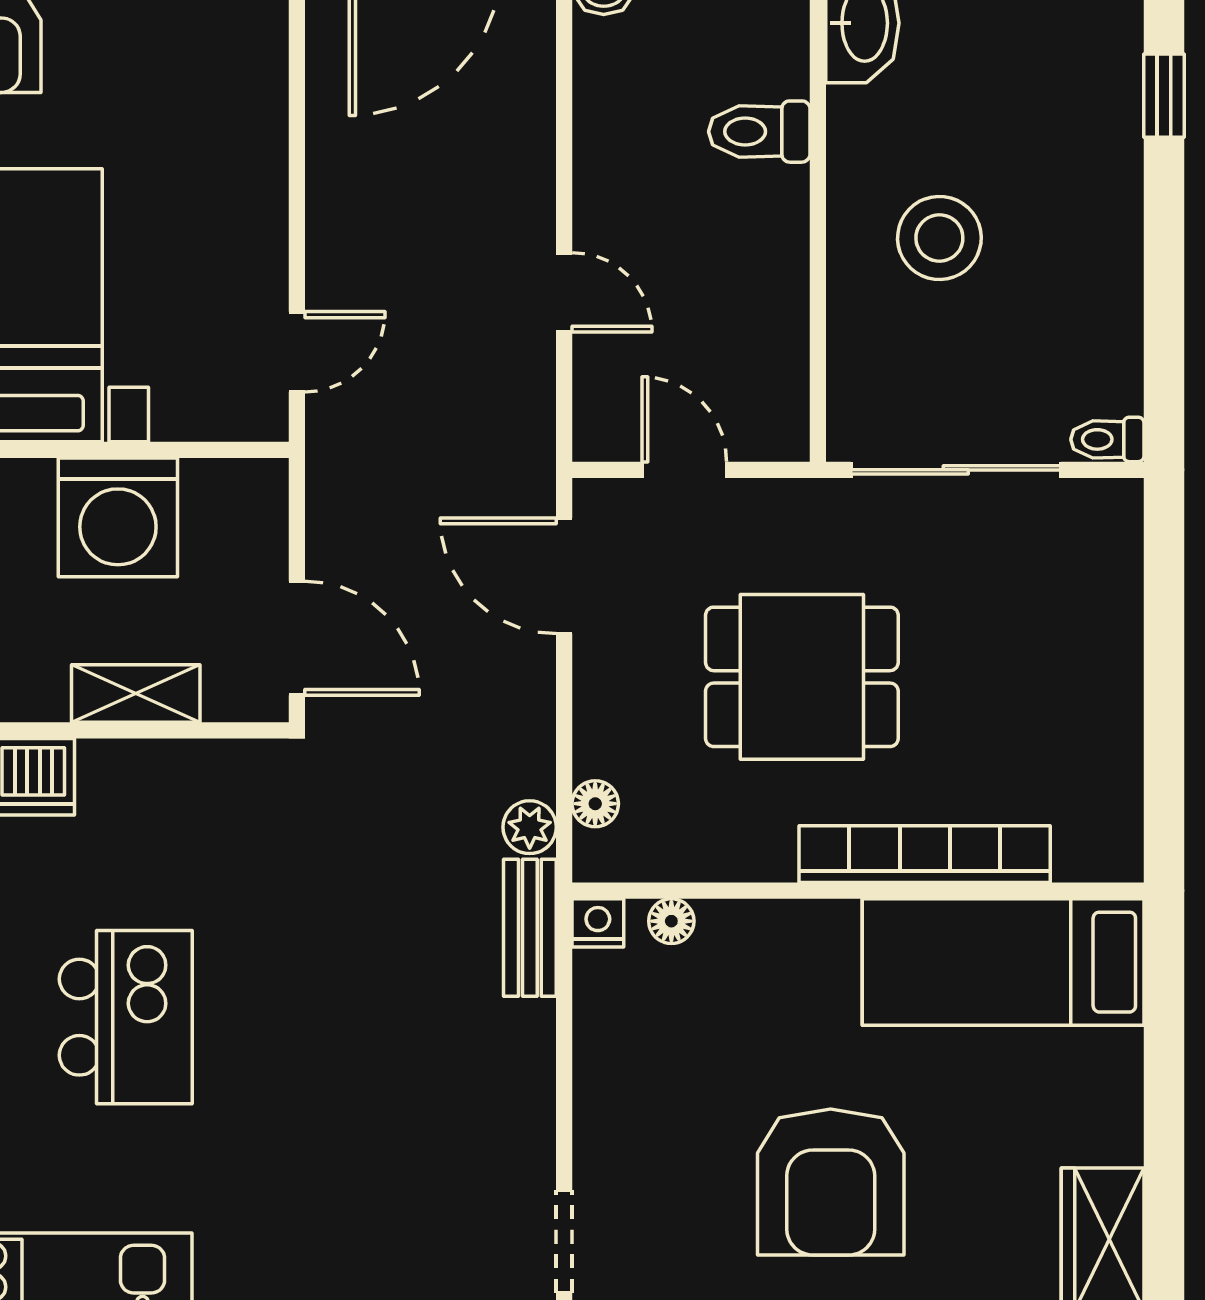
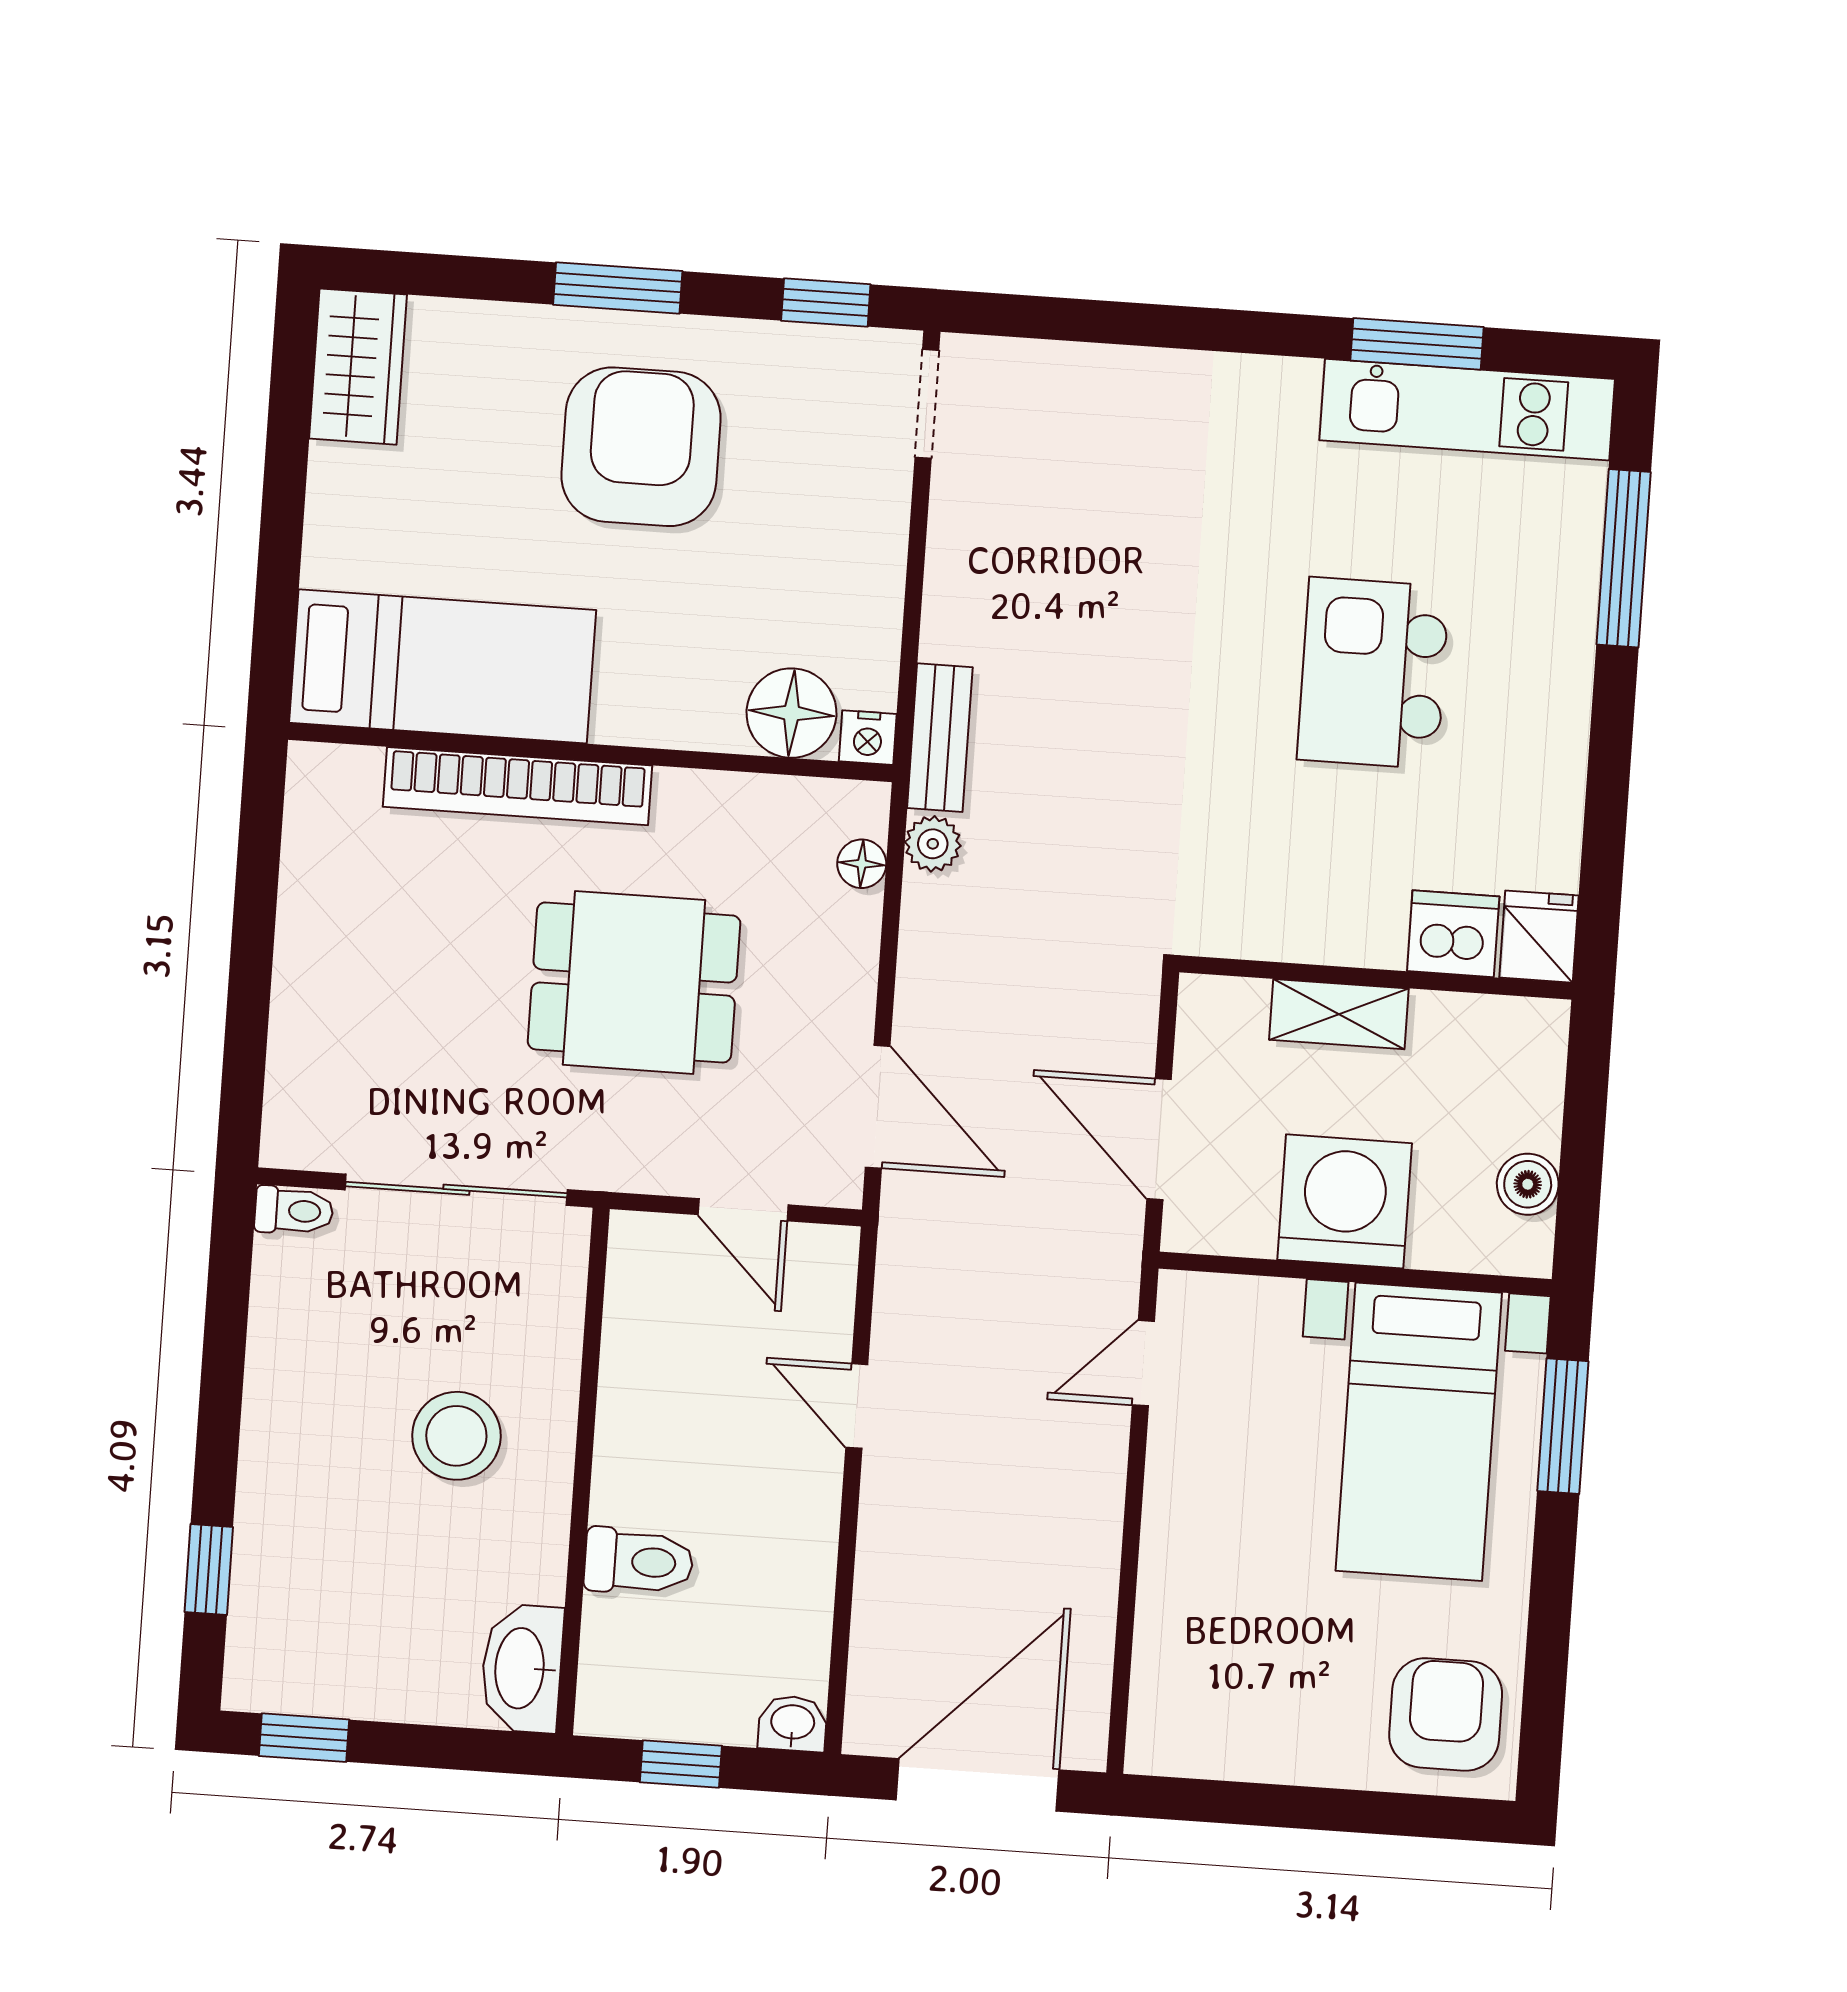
door: (297, 638) -> (1159, 1139), moved
floor lamp: (671, 921) -> (792, 713), width x1.89, depth x1.89

